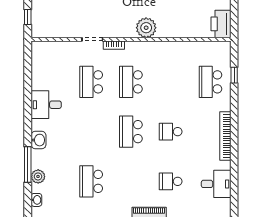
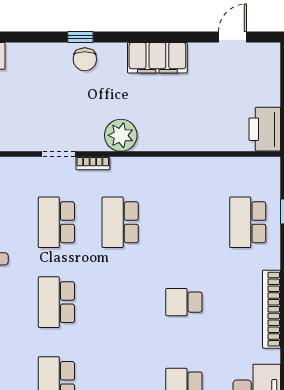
plant: (146, 28) -> (121, 135), moved
school desk: (131, 132) -> (56, 302), moved

